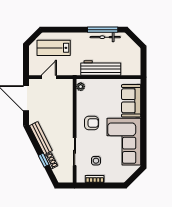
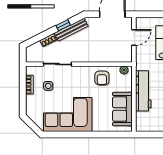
door: (49, 77) -> (134, 38), hinge flipped
sofa: (131, 101) -> (122, 109), moved, turned -90
armchair: (91, 123) -> (102, 78), moved
window: (44, 160) -> (63, 25), moved

